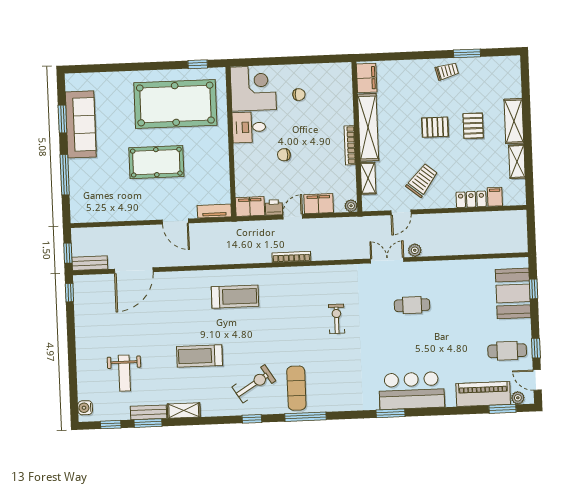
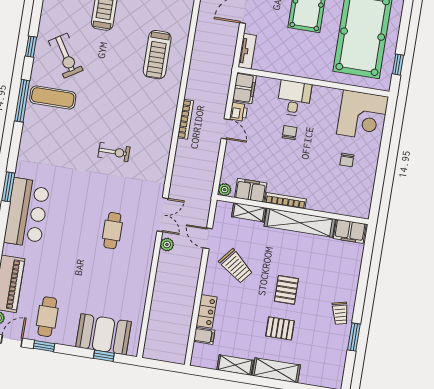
desk: (249, 127) -> (294, 98), moved
filing cabinet: (319, 204) -> (251, 190), moved, turned -90

